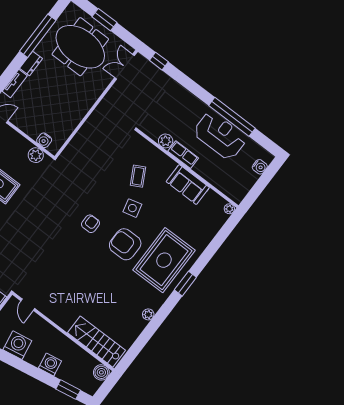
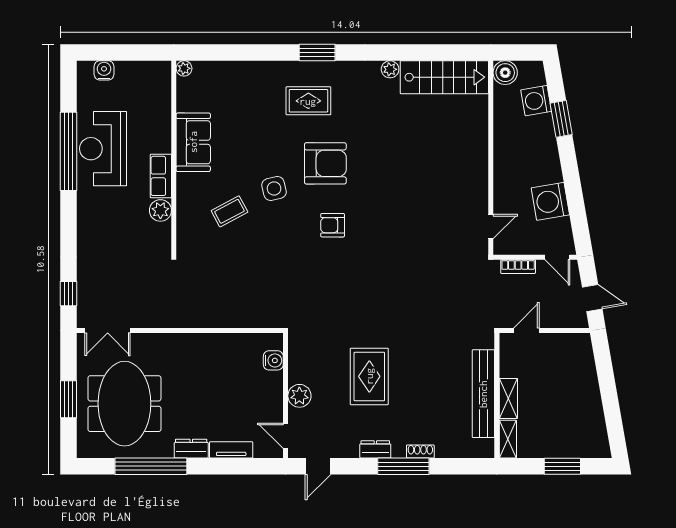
plant: (36, 155) -> (299, 396), moved
armchair: (125, 244) -> (325, 163), turned -90
rug: (164, 260) -> (308, 101), width x0.54, depth x0.49
stairs: (97, 342) -> (444, 77), moved, turned -90
washing machine: (50, 365) -> (536, 101), moved
window: (68, 390) -> (561, 119), moved

